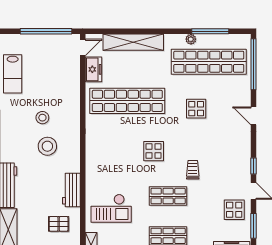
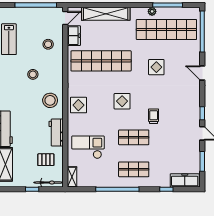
stool: (61, 80) -> (48, 44), added
stool: (47, 146) -> (50, 100), moved
checkout: (111, 208) -> (88, 147), turned 180
display table: (234, 210) -> (78, 105), moved

